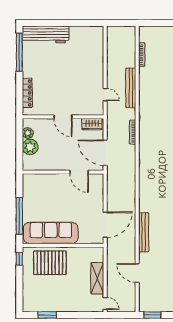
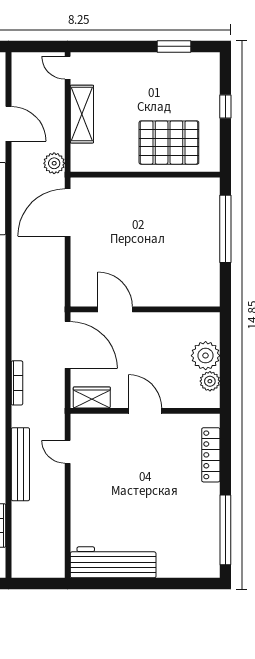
workbench: (46, 34) -> (113, 562), moved
sofa: (51, 233) -> (167, 197), removed
plant: (112, 252) -> (54, 163), added
window: (19, 259) -> (225, 106), moved

